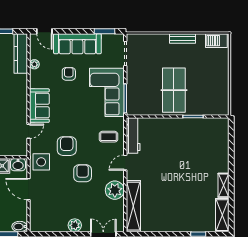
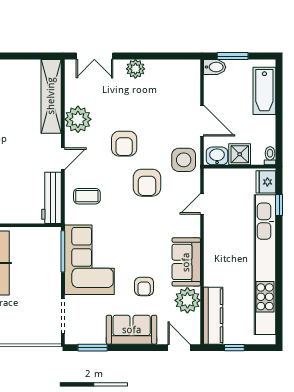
sofa: (77, 44) -> (132, 330), width x0.73
plant: (34, 64) -> (187, 300), width x1.88, depth x1.88
sofa: (39, 106) -> (186, 262), moved

